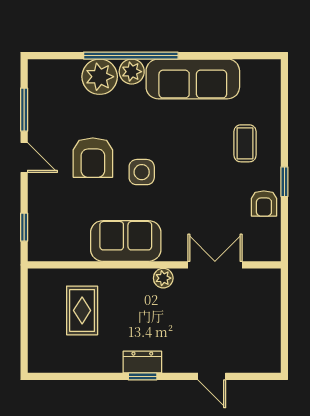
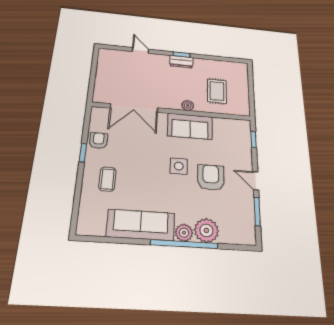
double door: (215, 265) -> (134, 108), width x1.37
plant: (163, 278) -> (188, 106), moved

